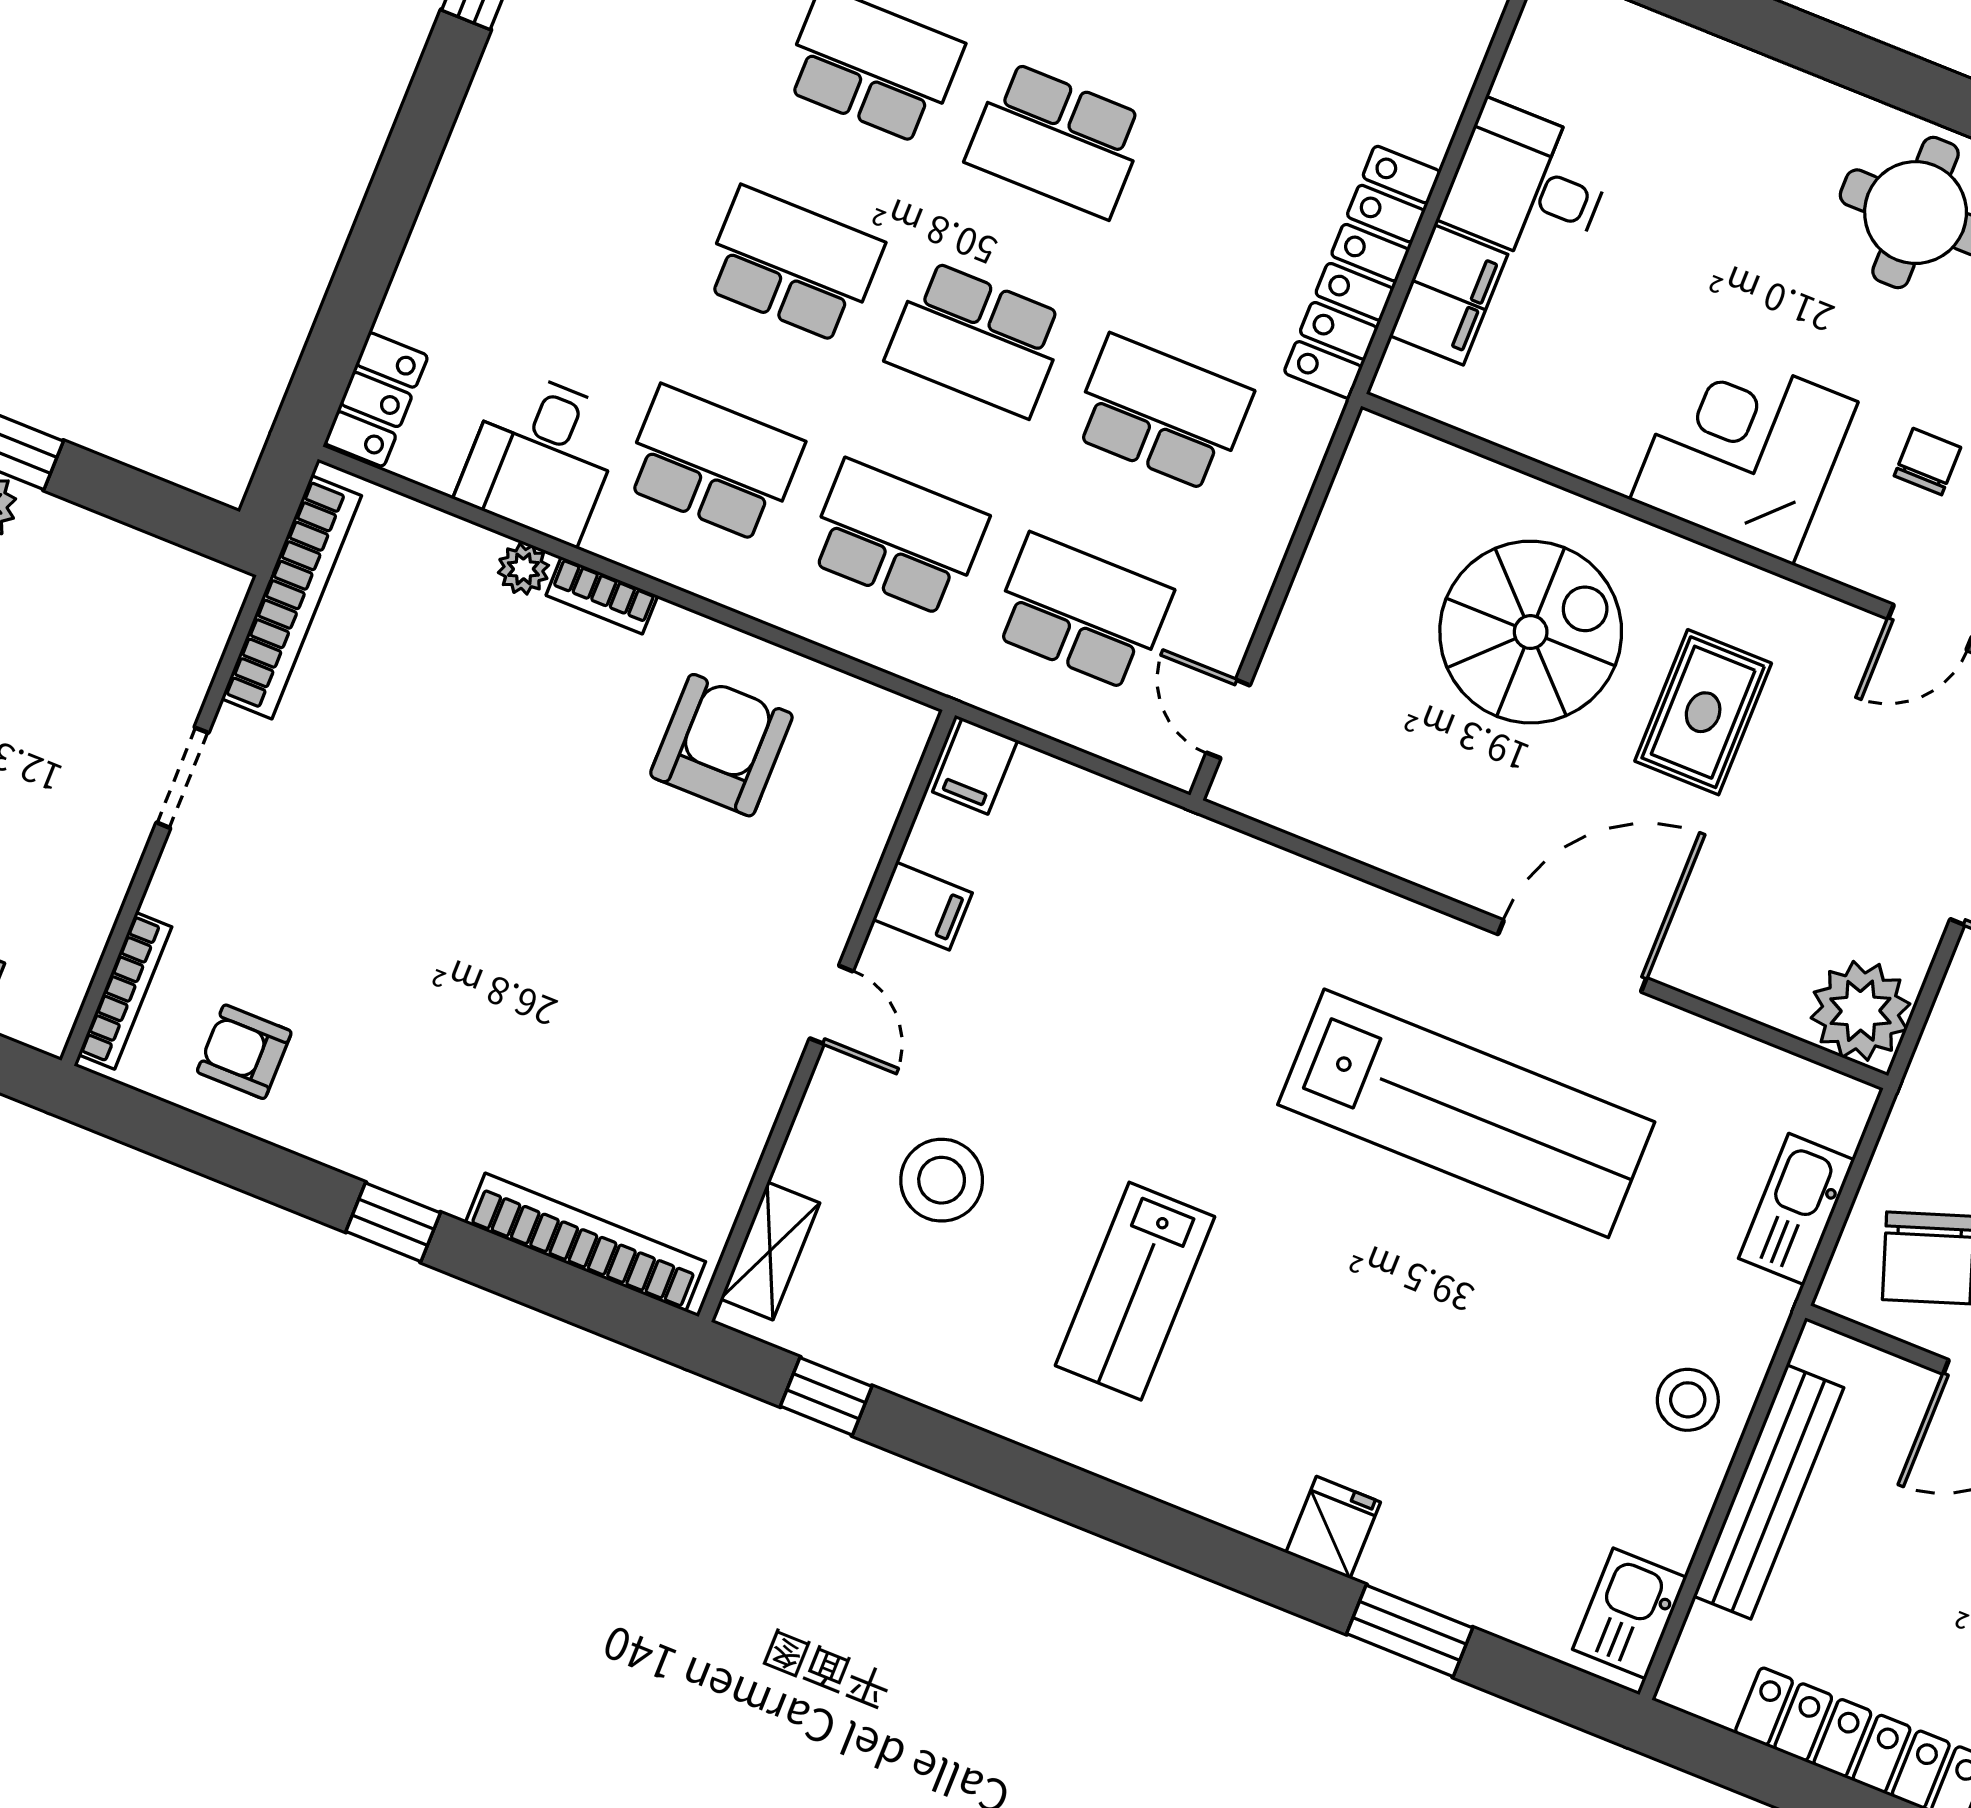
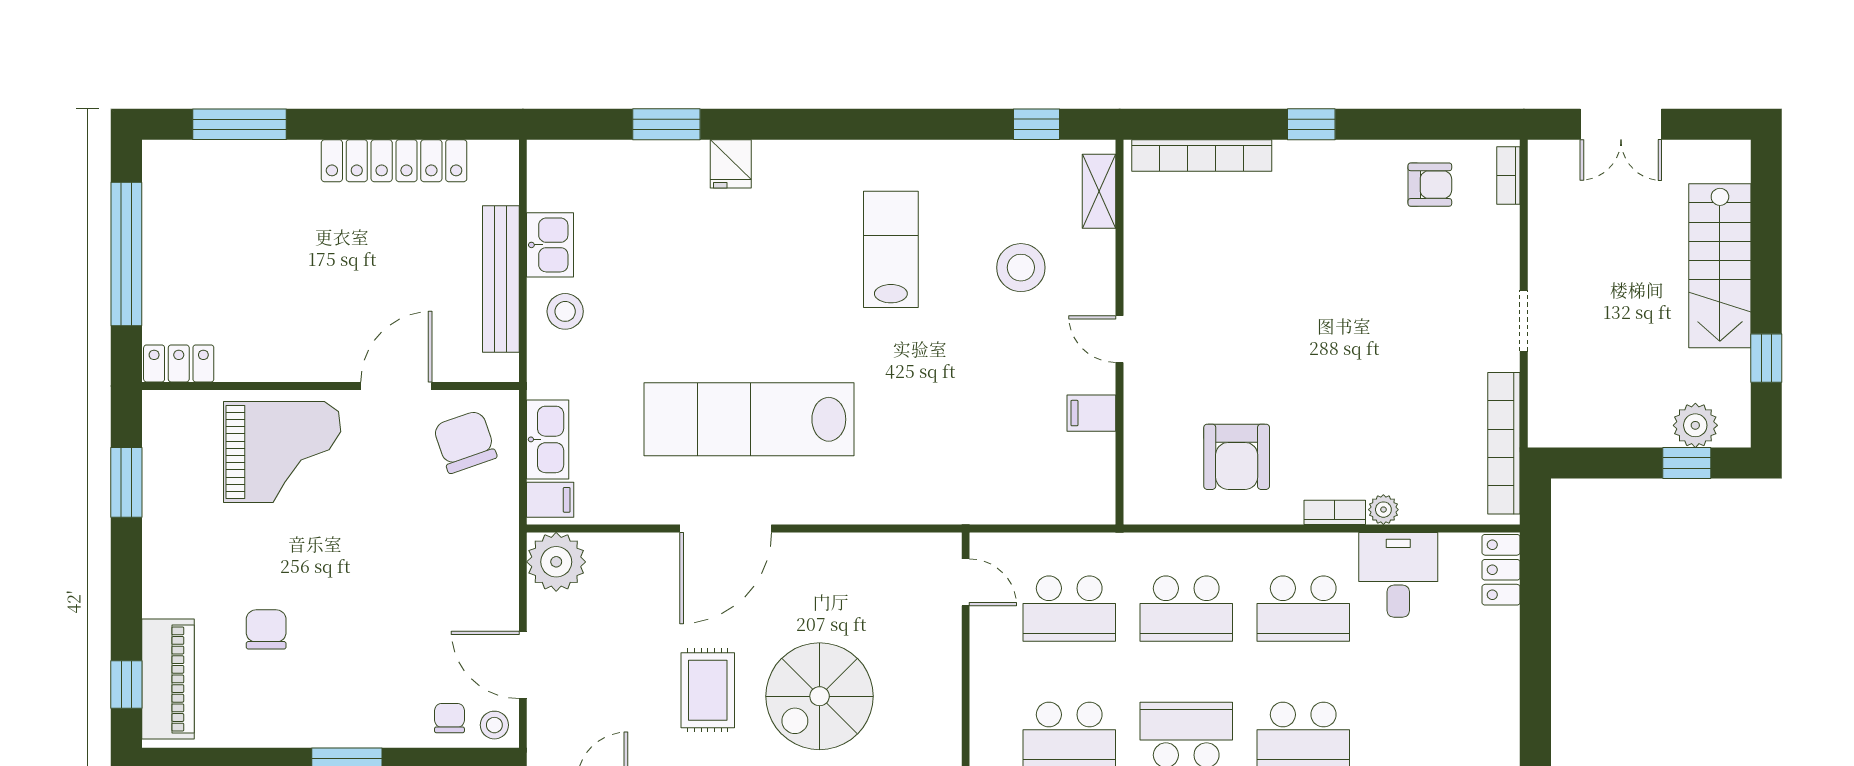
filing cabinet: (975, 766) -> (550, 500), moved, turned 90
bookcase: (125, 991) -> (1508, 175), width x0.64
kitchen sink: (1630, 1613) -> (550, 245), moved

